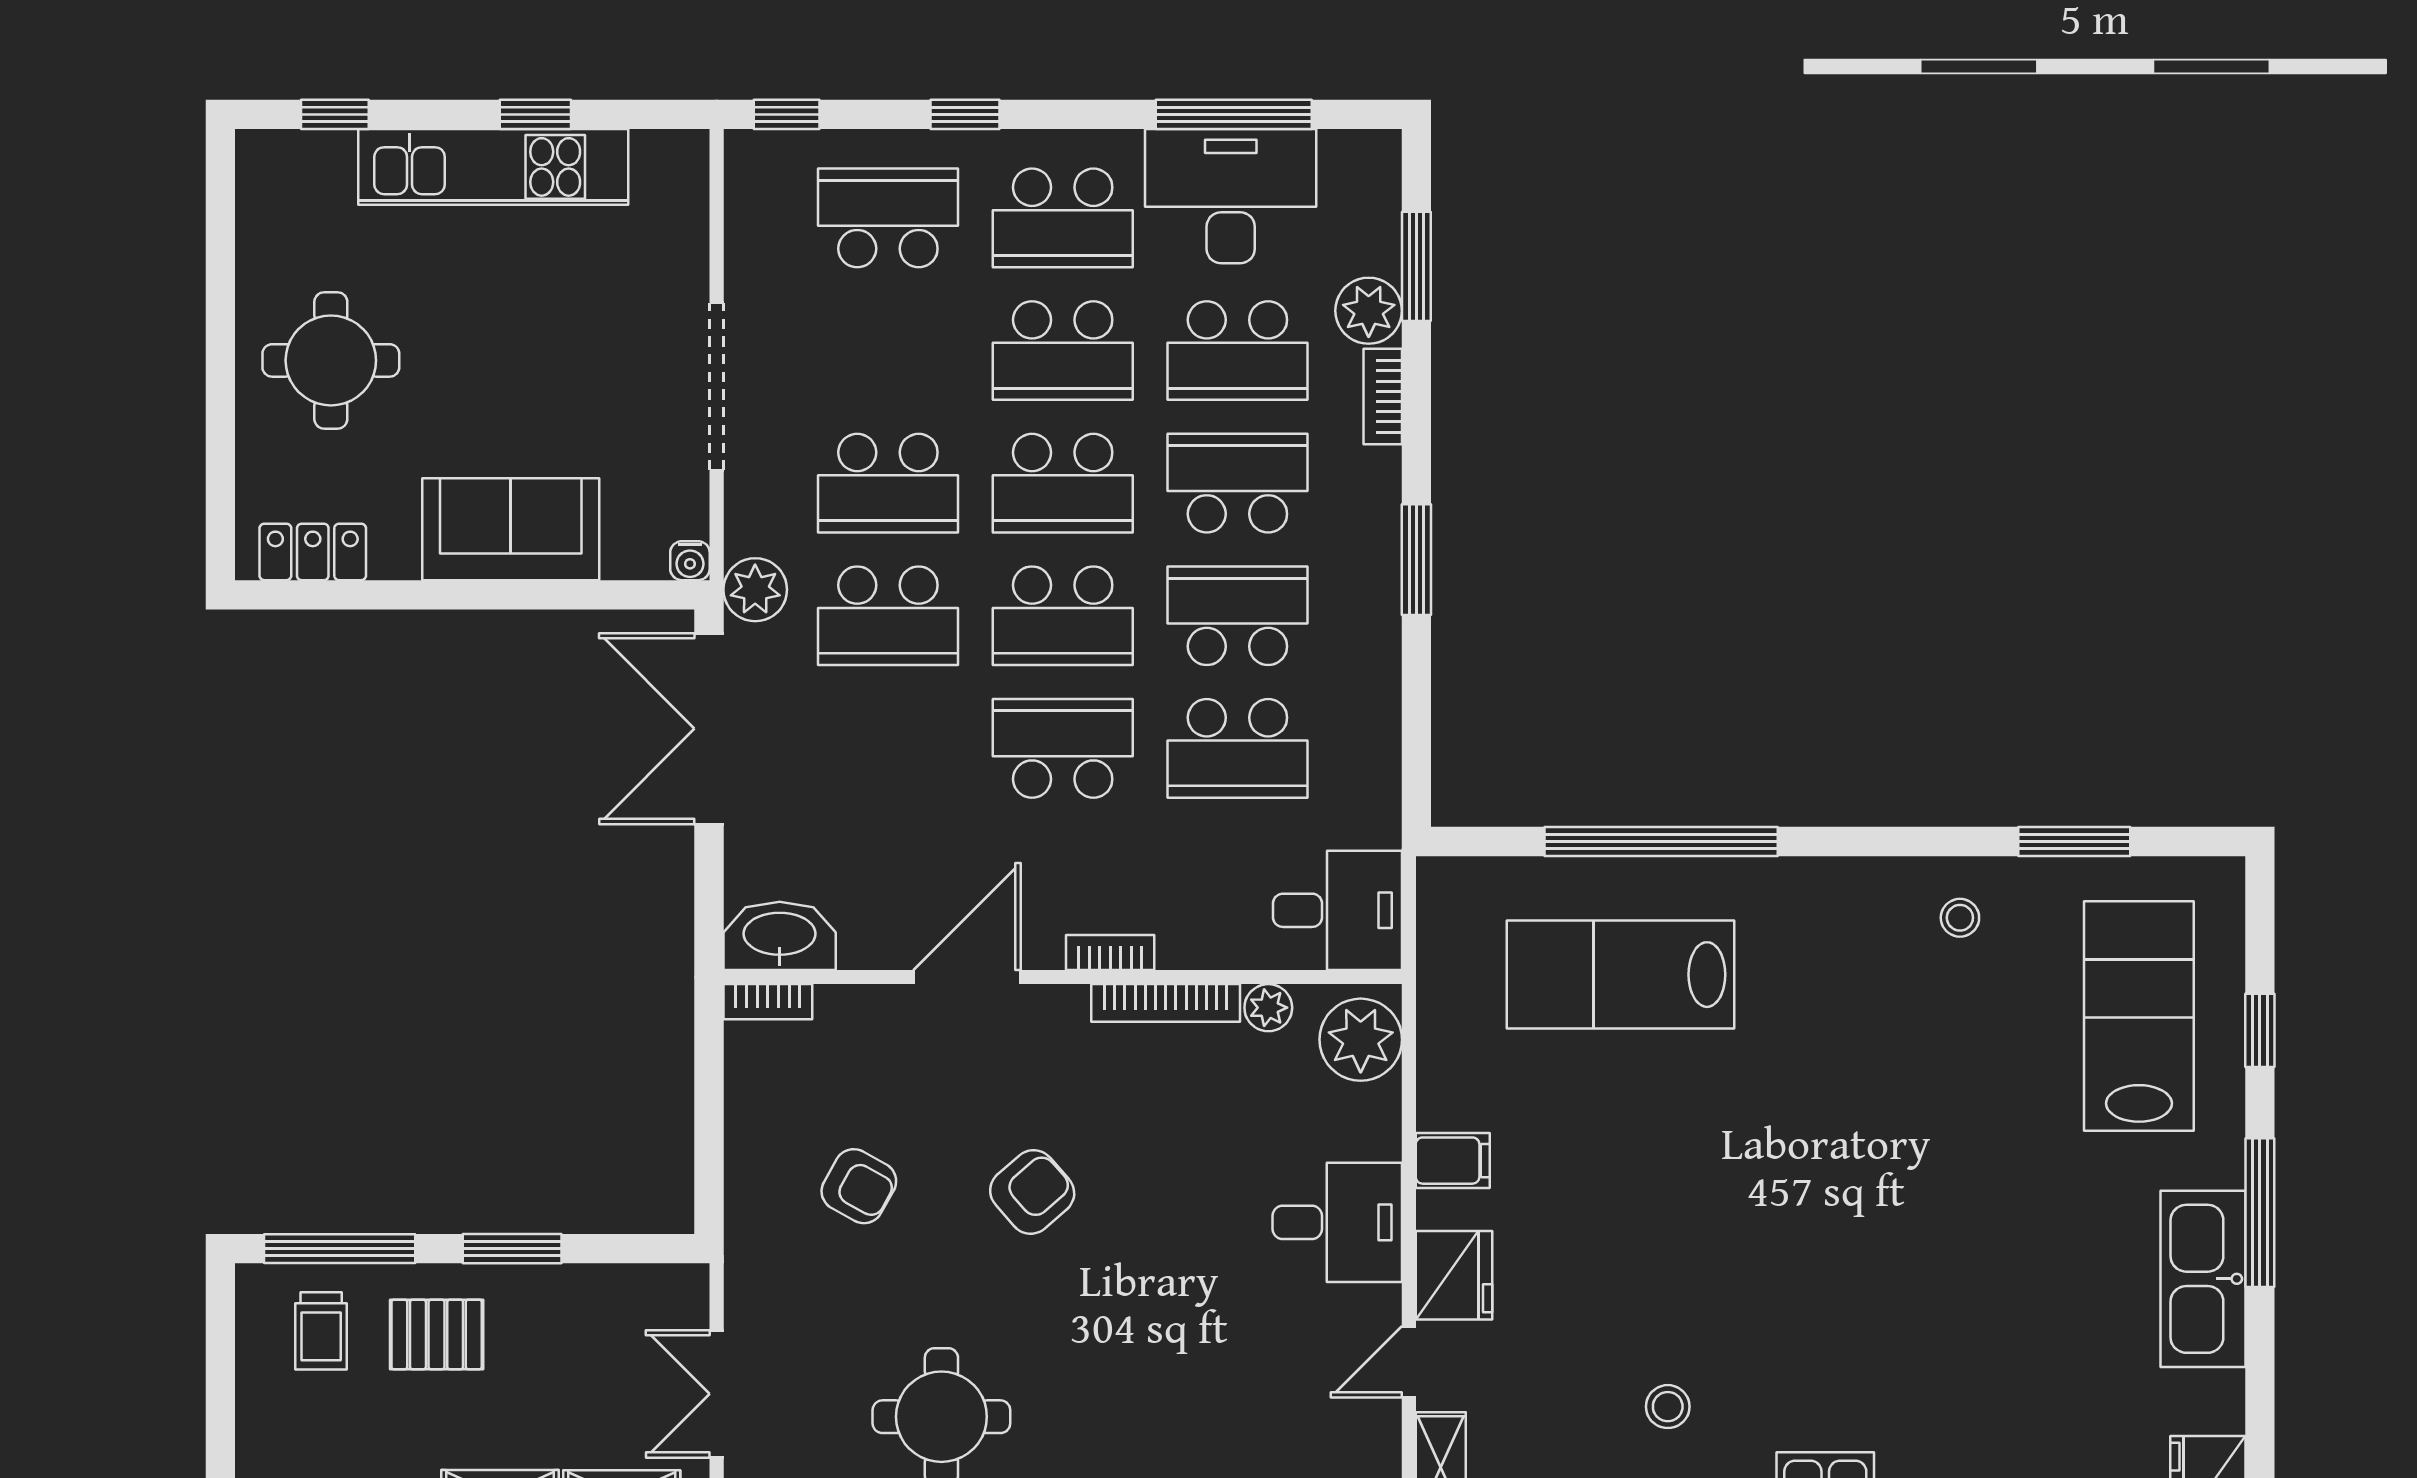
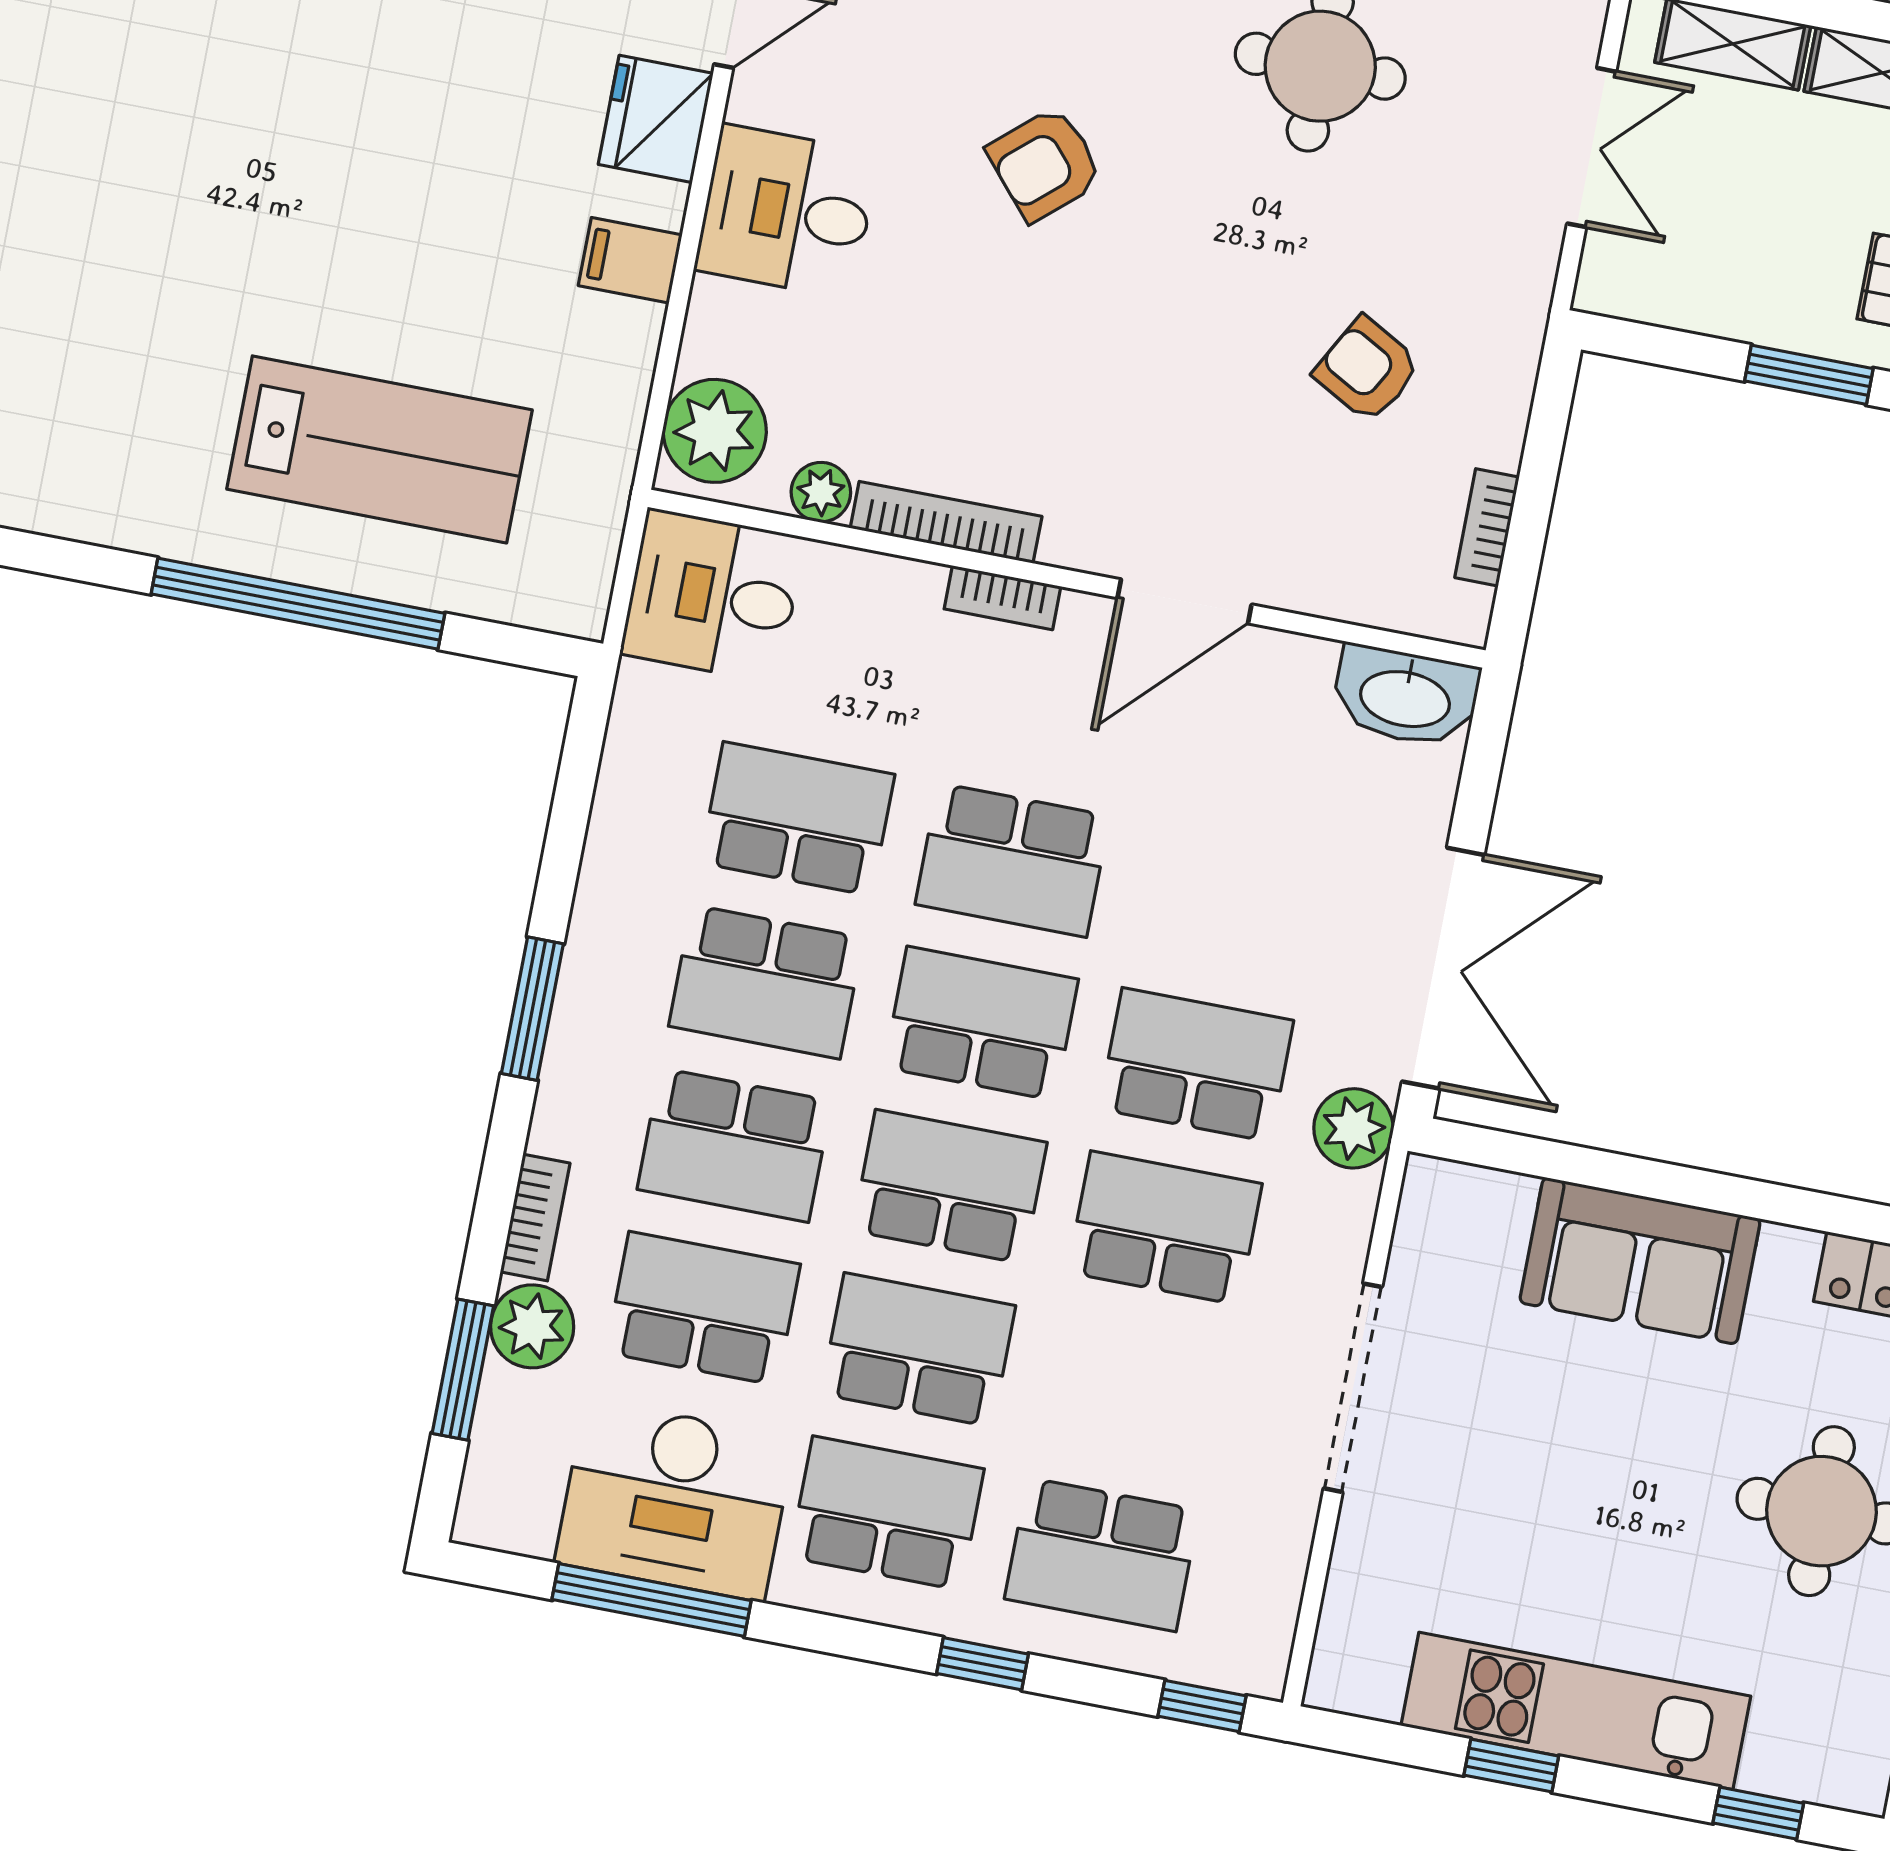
water cooler: (690, 561) -> (1427, 1180), removed
bookcase: (768, 1002) -> (1487, 527), moved, turned -90
armchair: (1032, 1192) -> (1045, 164), moved

